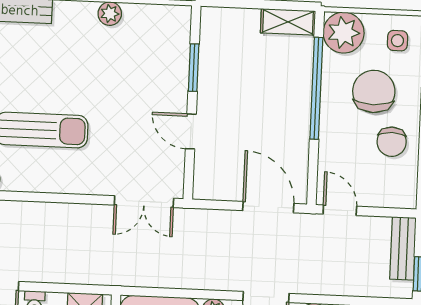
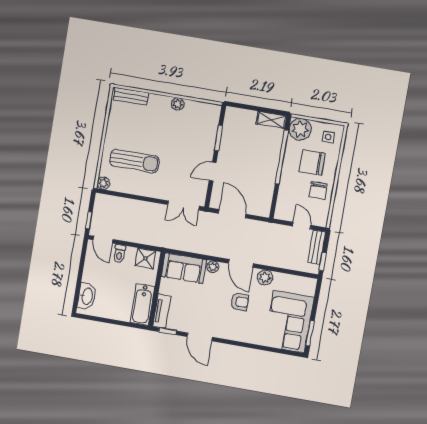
chair: (374, 91) -> (312, 162), turned -90
door: (191, 131) -> (213, 172), hinge flipped
door: (268, 207) -> (232, 214), moved
door: (340, 210) -> (302, 226), moved

